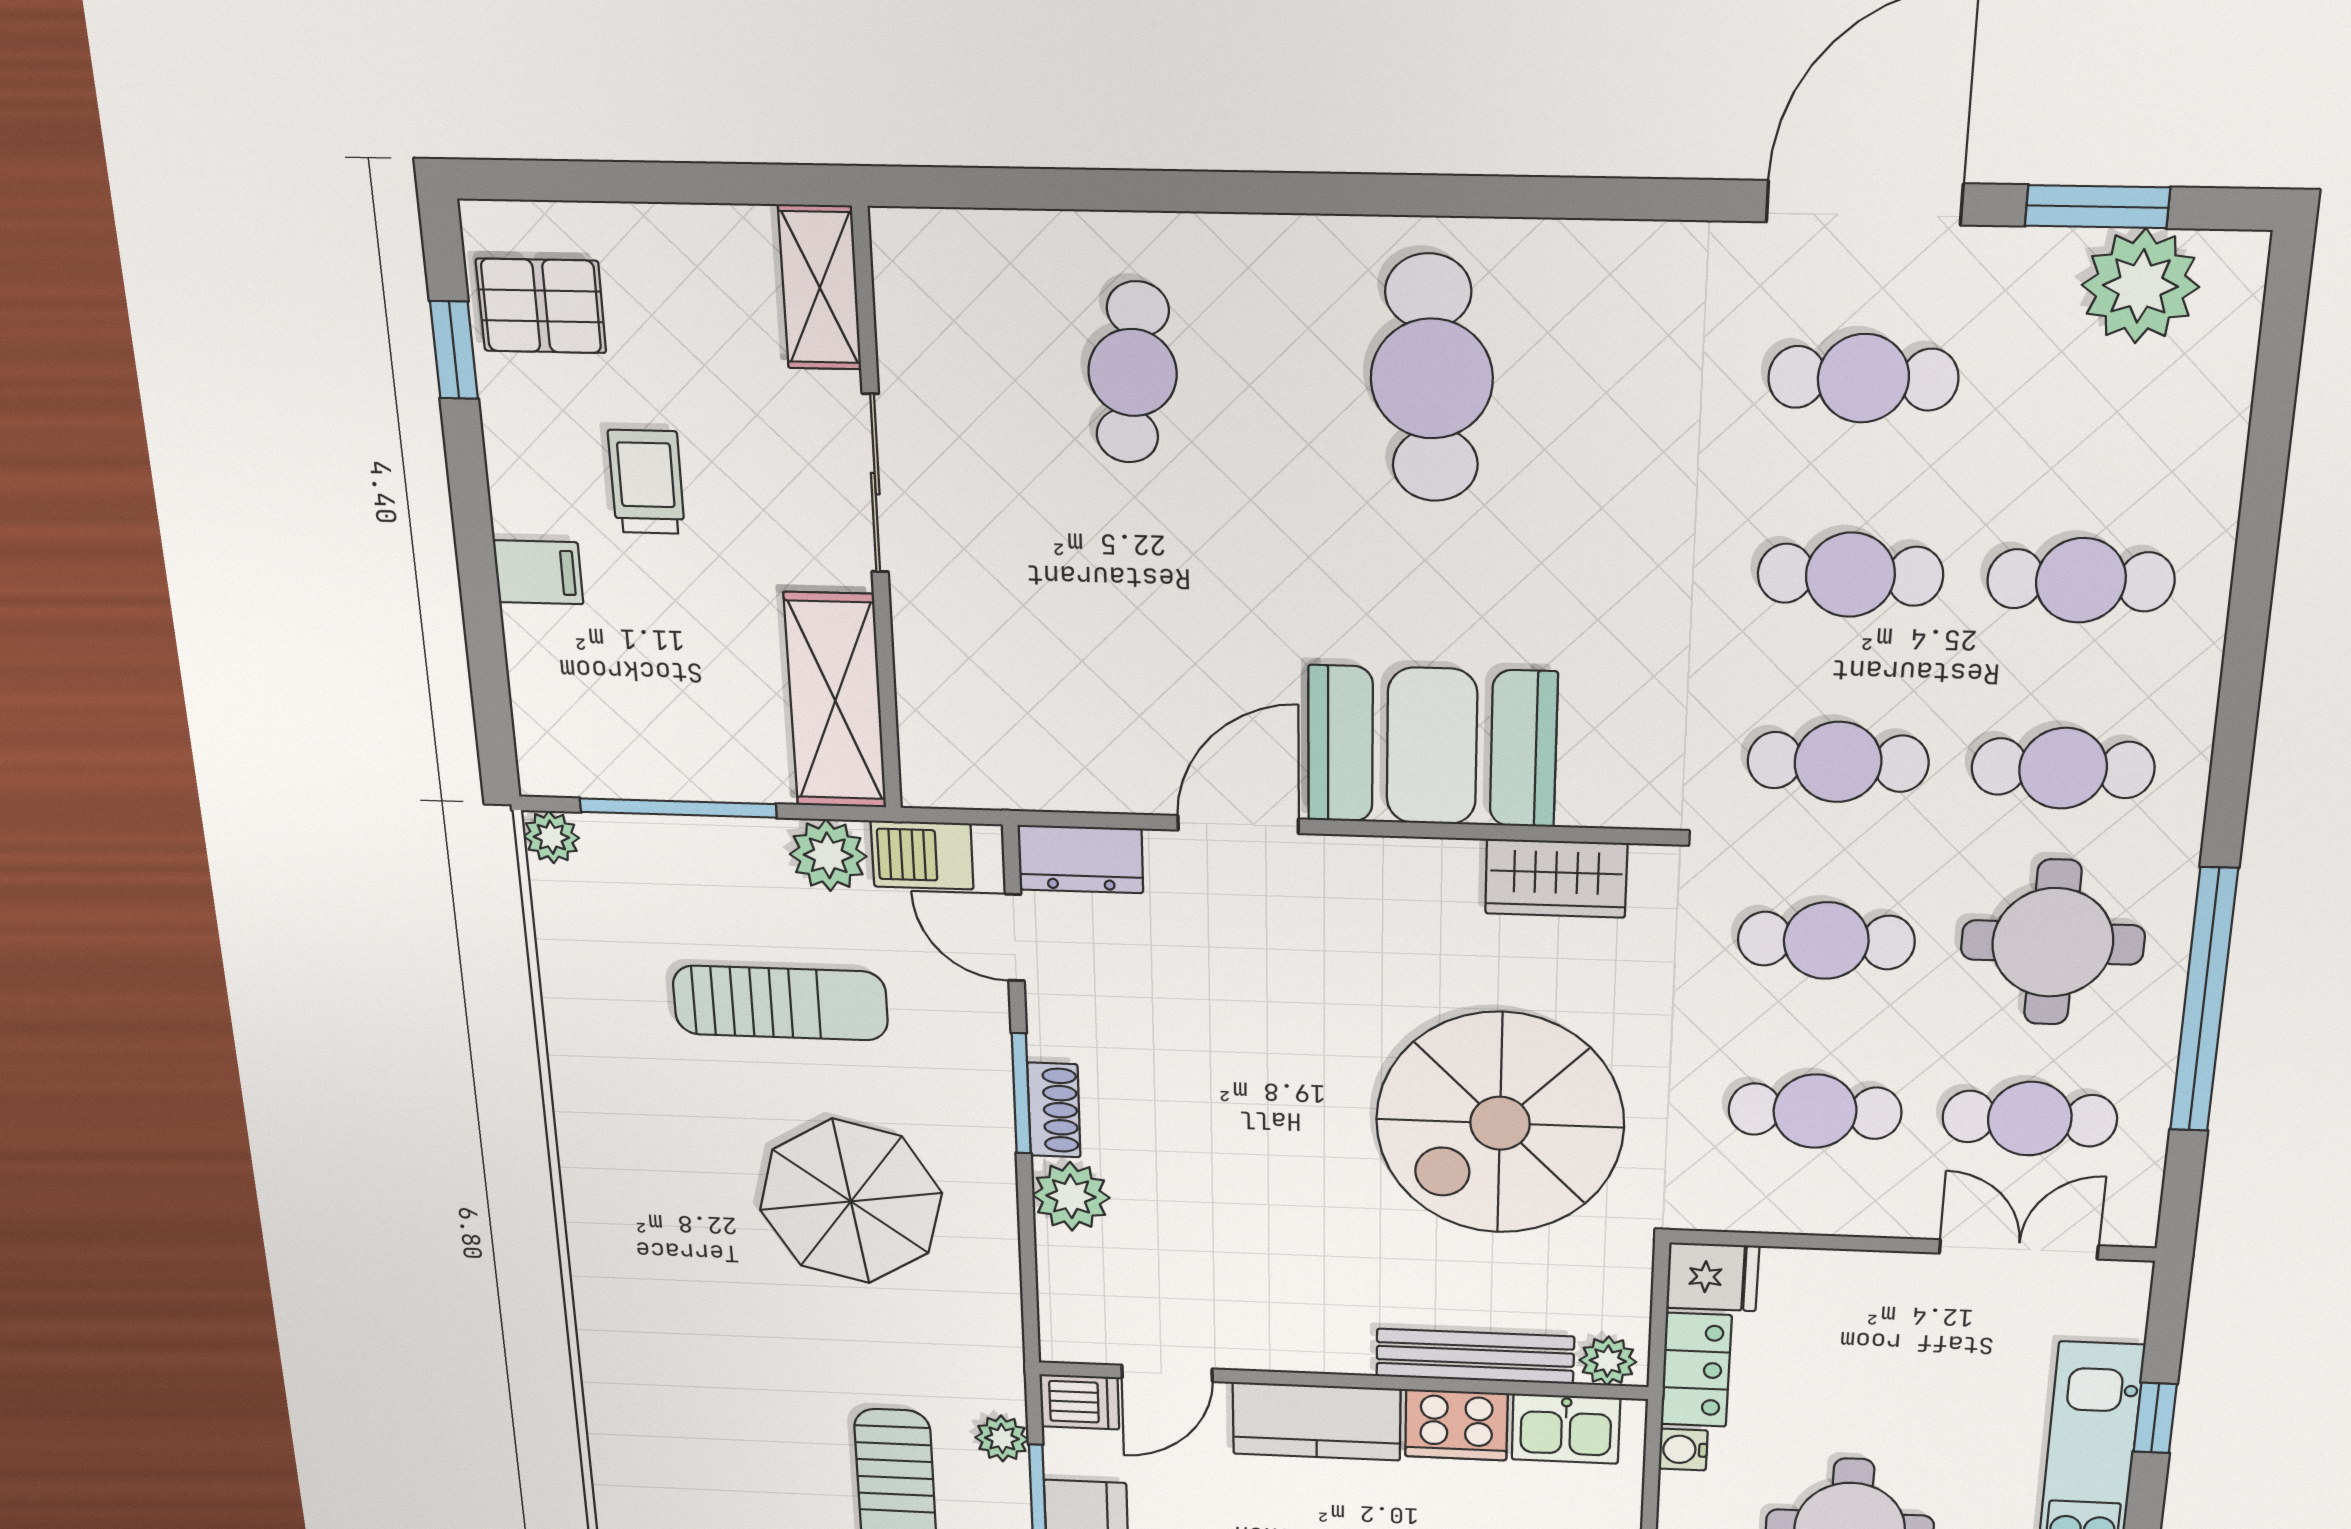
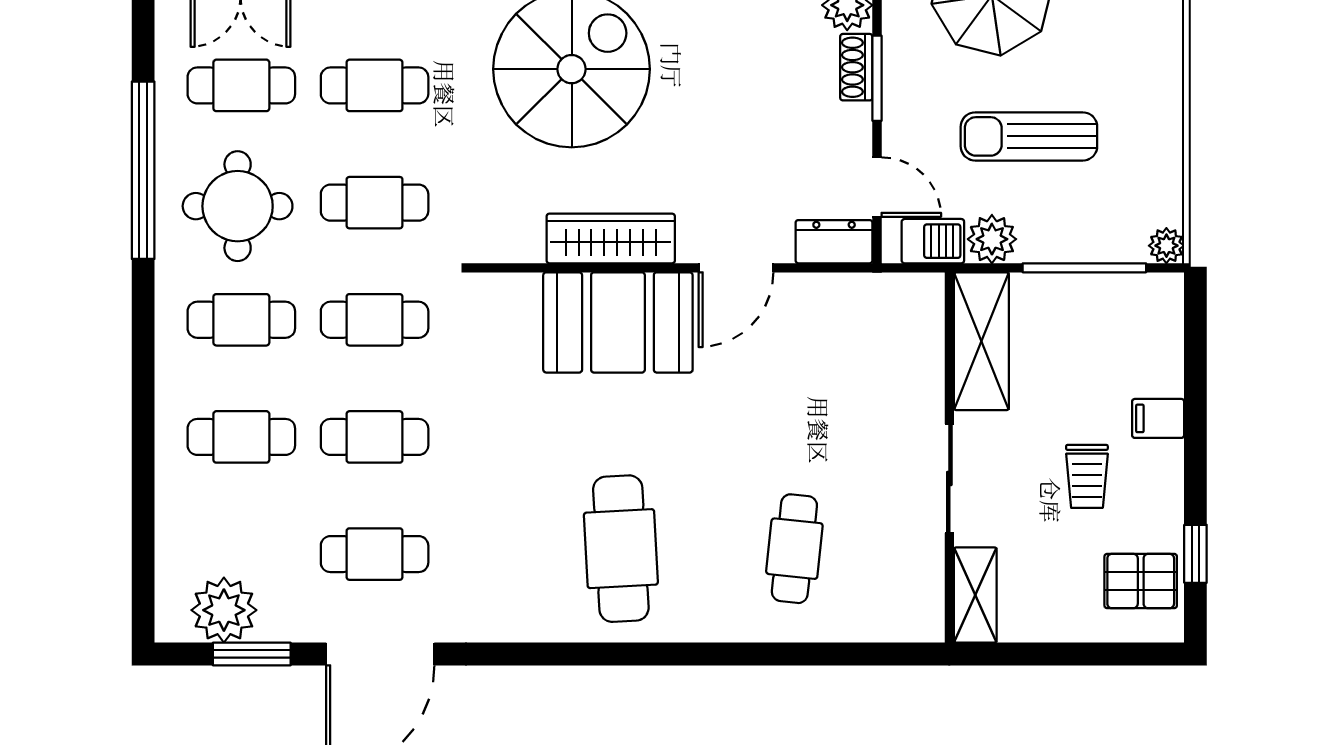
wardrobe: (1556, 878) -> (611, 238), moved, width x1.50

